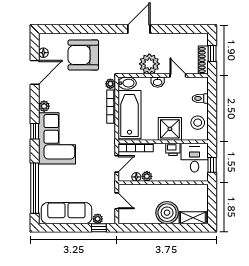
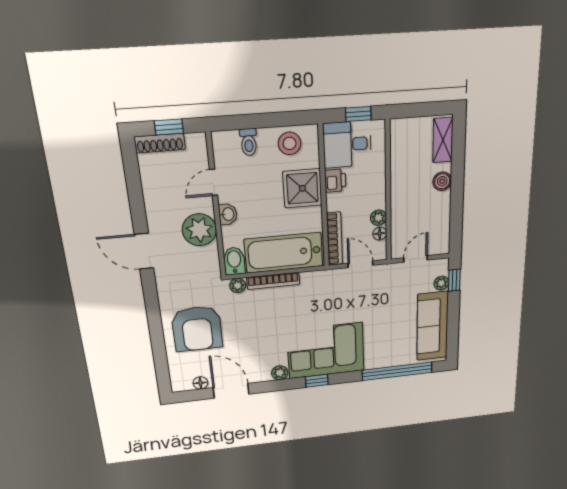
shoe rack: (203, 60) -> (160, 143), moved
boiler: (167, 213) -> (442, 181), width x0.54, depth x0.54

